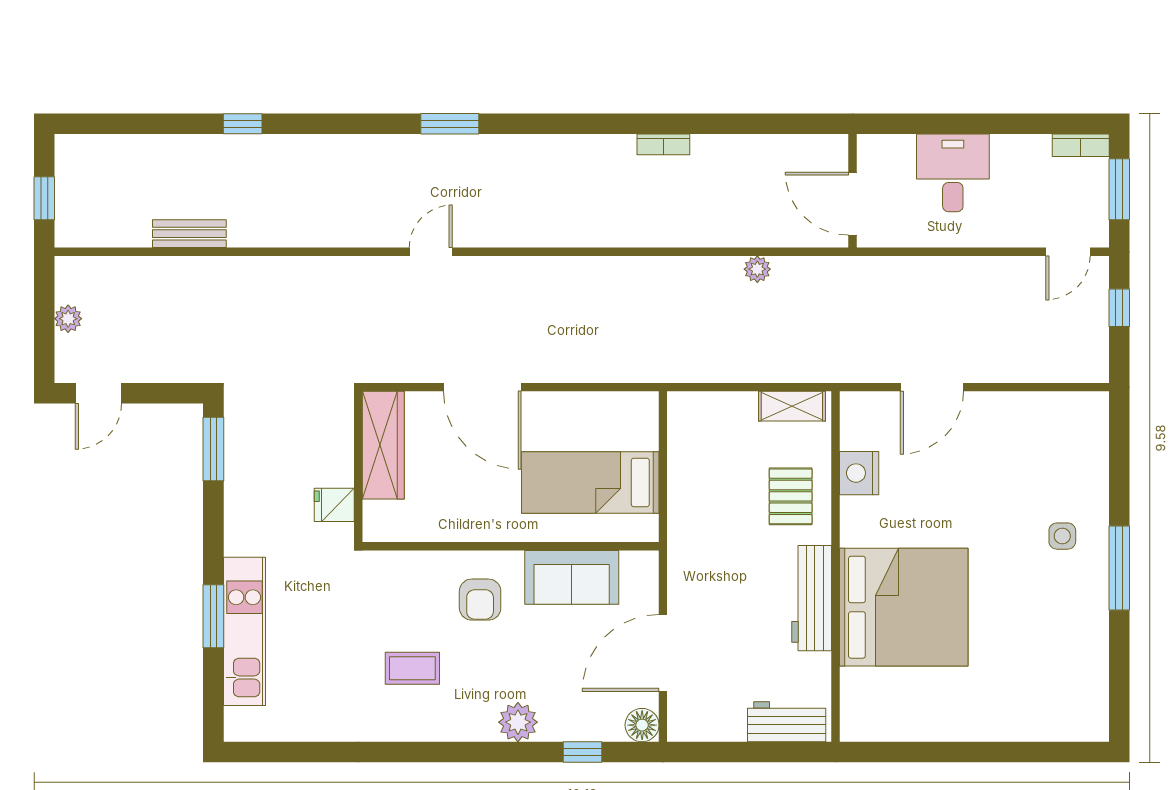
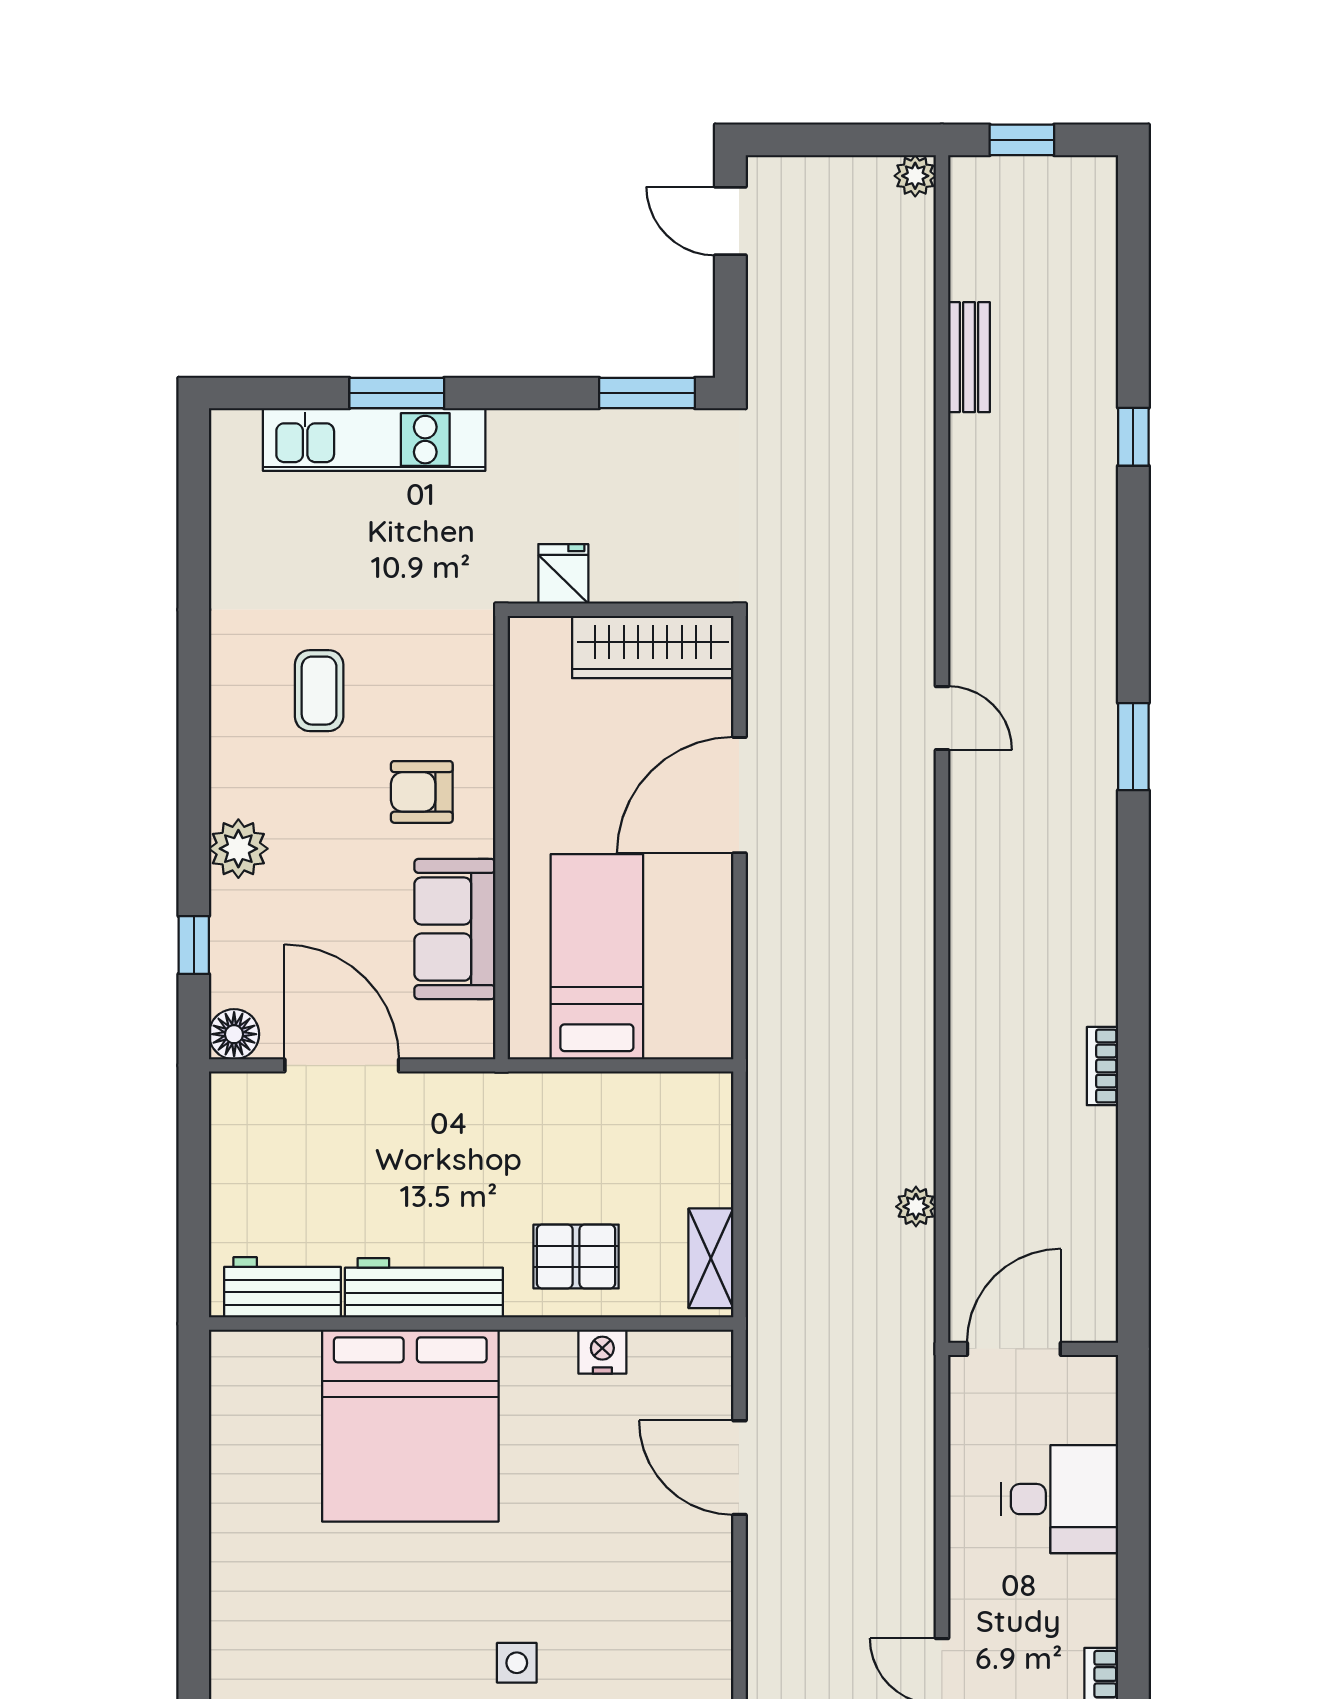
plant: (68, 319) -> (915, 176), moved
nightstand: (859, 473) -> (602, 1352), width x0.74, depth x0.75
workbench: (787, 722) -> (283, 1287), moved, turned -90

